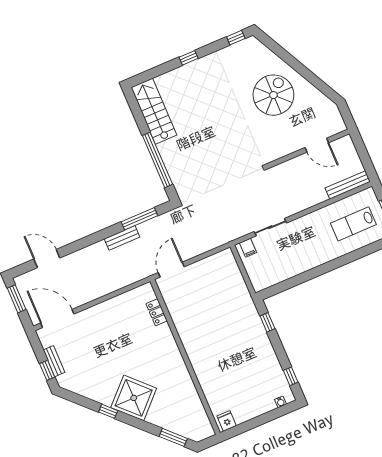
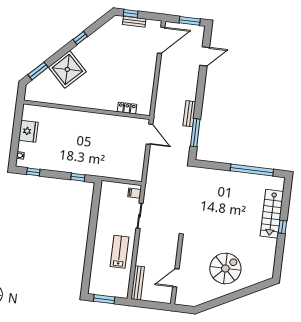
window: (236, 38) -> (278, 266), removed
spiral stairs: (273, 95) -> (225, 268), turned -90
stairs: (154, 111) -> (272, 214), moved, turned 90
window: (157, 160) -> (252, 170), moved
lab bench: (353, 224) -> (120, 252), moved
shower: (134, 398) -> (67, 69), moved
fridge: (227, 421) -> (28, 131), moved, width x1.88, depth x1.34

